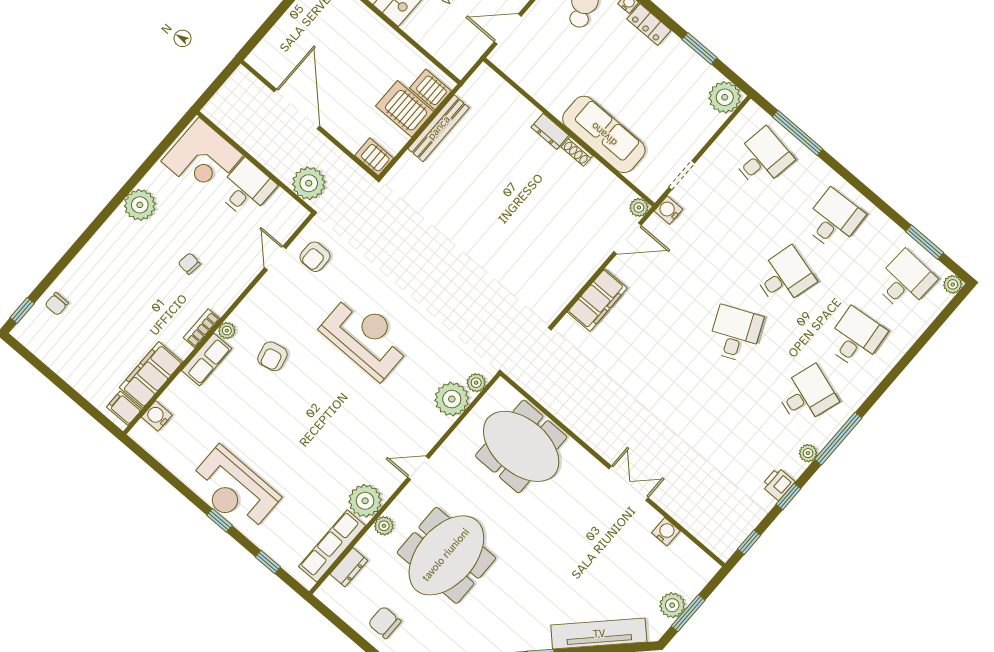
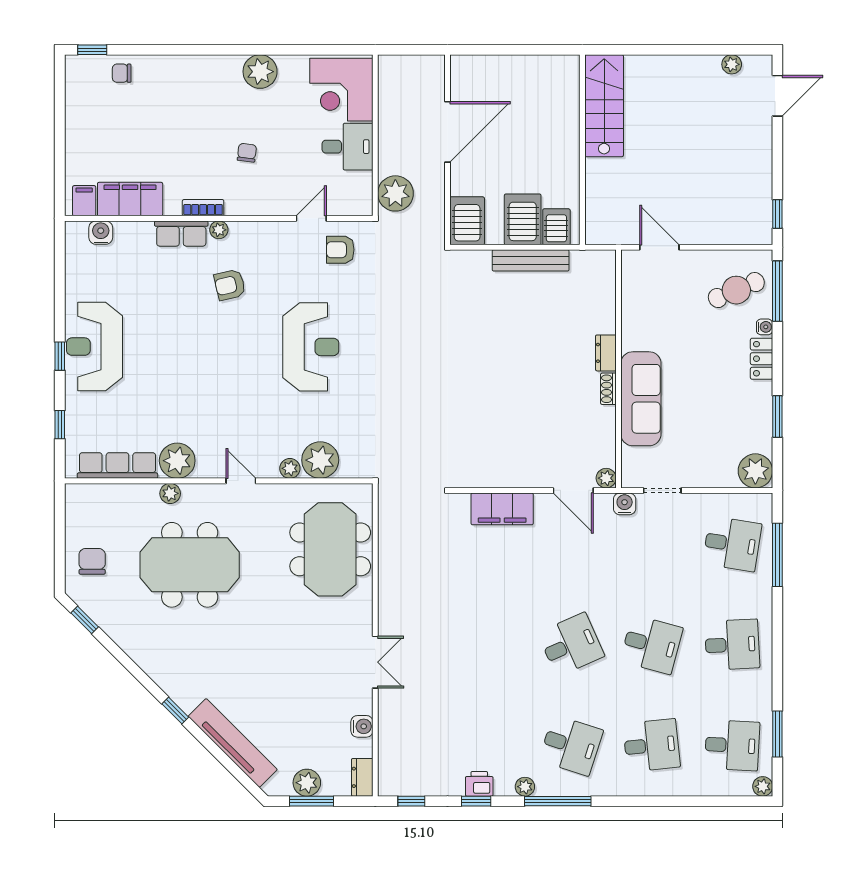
server rack: (374, 157) -> (467, 221), width x1.36, depth x1.44
plant: (476, 383) -> (290, 468), moved
dresser: (349, 567) -> (362, 777), moved, turned 90

